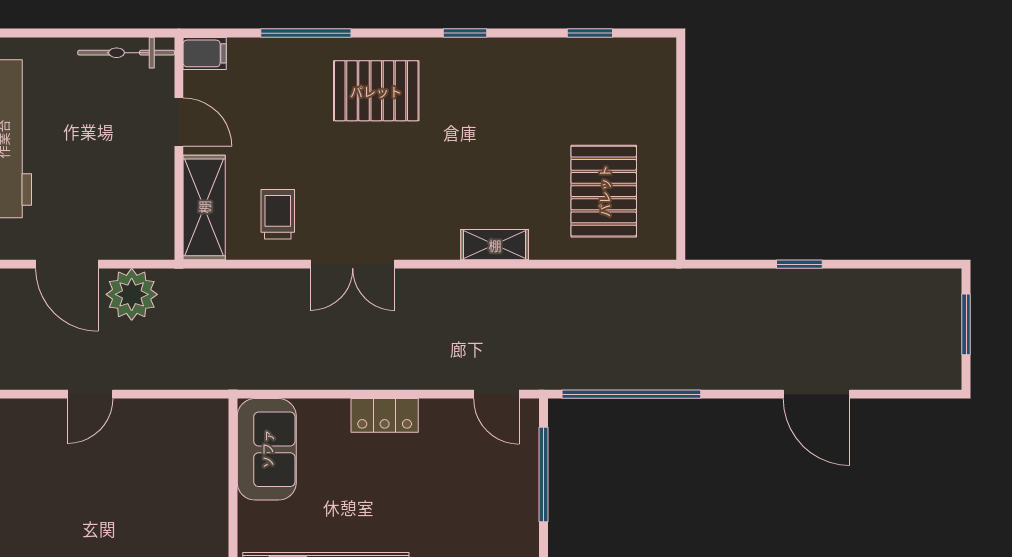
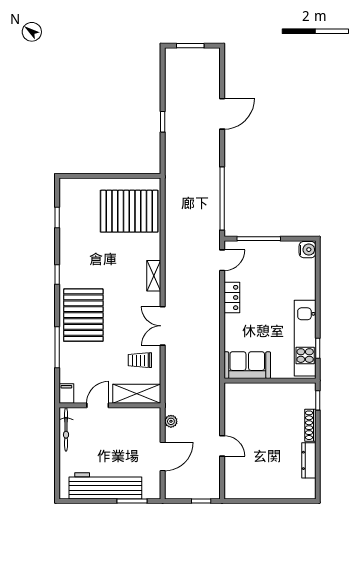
pallet: (376, 91) -> (83, 315), width x1.37, depth x1.41
pallet: (604, 191) -> (129, 211), width x1.37, depth x1.41
shelving: (495, 245) -> (154, 276), moved
double door: (353, 264) -> (163, 326), swing flipped
plant: (132, 294) -> (171, 421), width x0.53, depth x0.53
locker: (385, 415) -> (232, 297), moved

